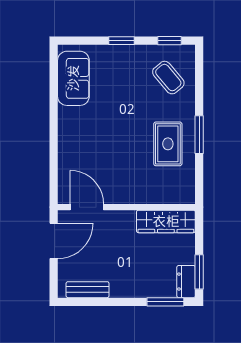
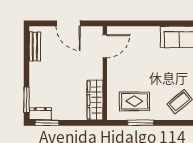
door: (87, 207) -> (105, 46), moved
wall: (126, 207) -> (105, 73), moved
wardrobe: (166, 221) -> (95, 100), moved

